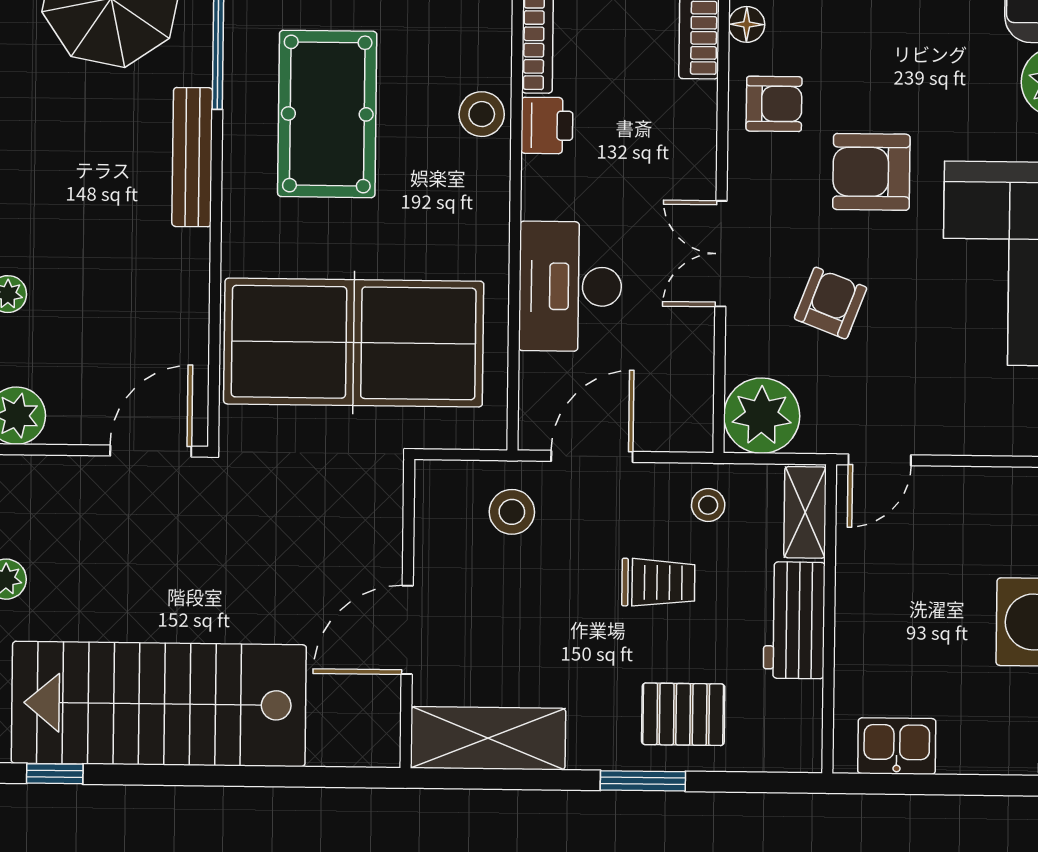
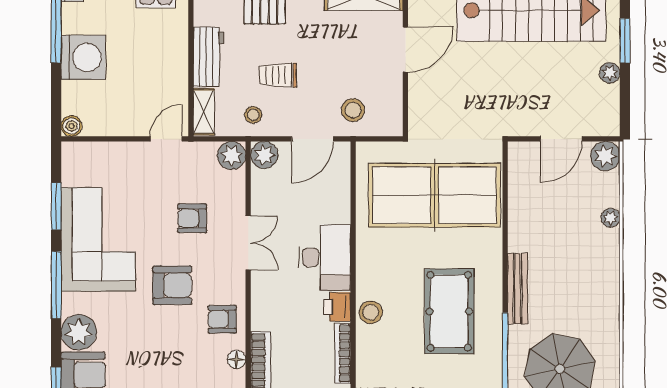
desk: (570, 286) -> (325, 258), moved
armchair: (830, 303) -> (192, 218), turned 69
plant: (762, 416) -> (232, 155), width x0.73, depth x0.73
plant: (687, 426) -> (264, 155), added
door: (151, 451) -> (561, 139), moved

